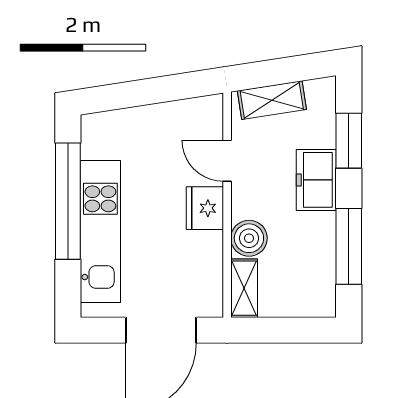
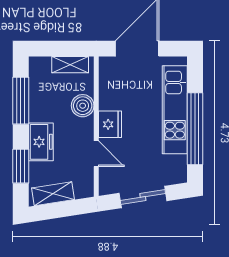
sliding door: (152, 91) -> (143, 197), added
shelving: (272, 100) -> (53, 194), moved
shelving: (244, 288) -> (70, 65), moved, turned 90

